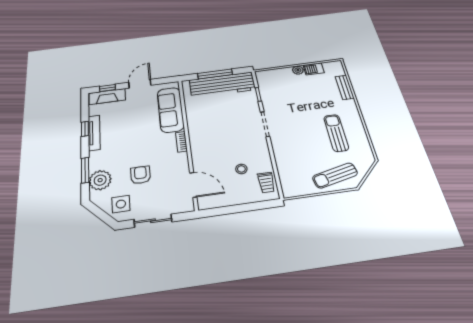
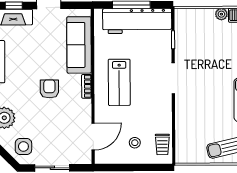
lab bench: (213, 134) -> (119, 82), added
stool: (241, 169) -> (135, 143), moved
armchair: (140, 175) -> (49, 89), moved
door: (193, 185) -> (93, 137), hinge flipped

